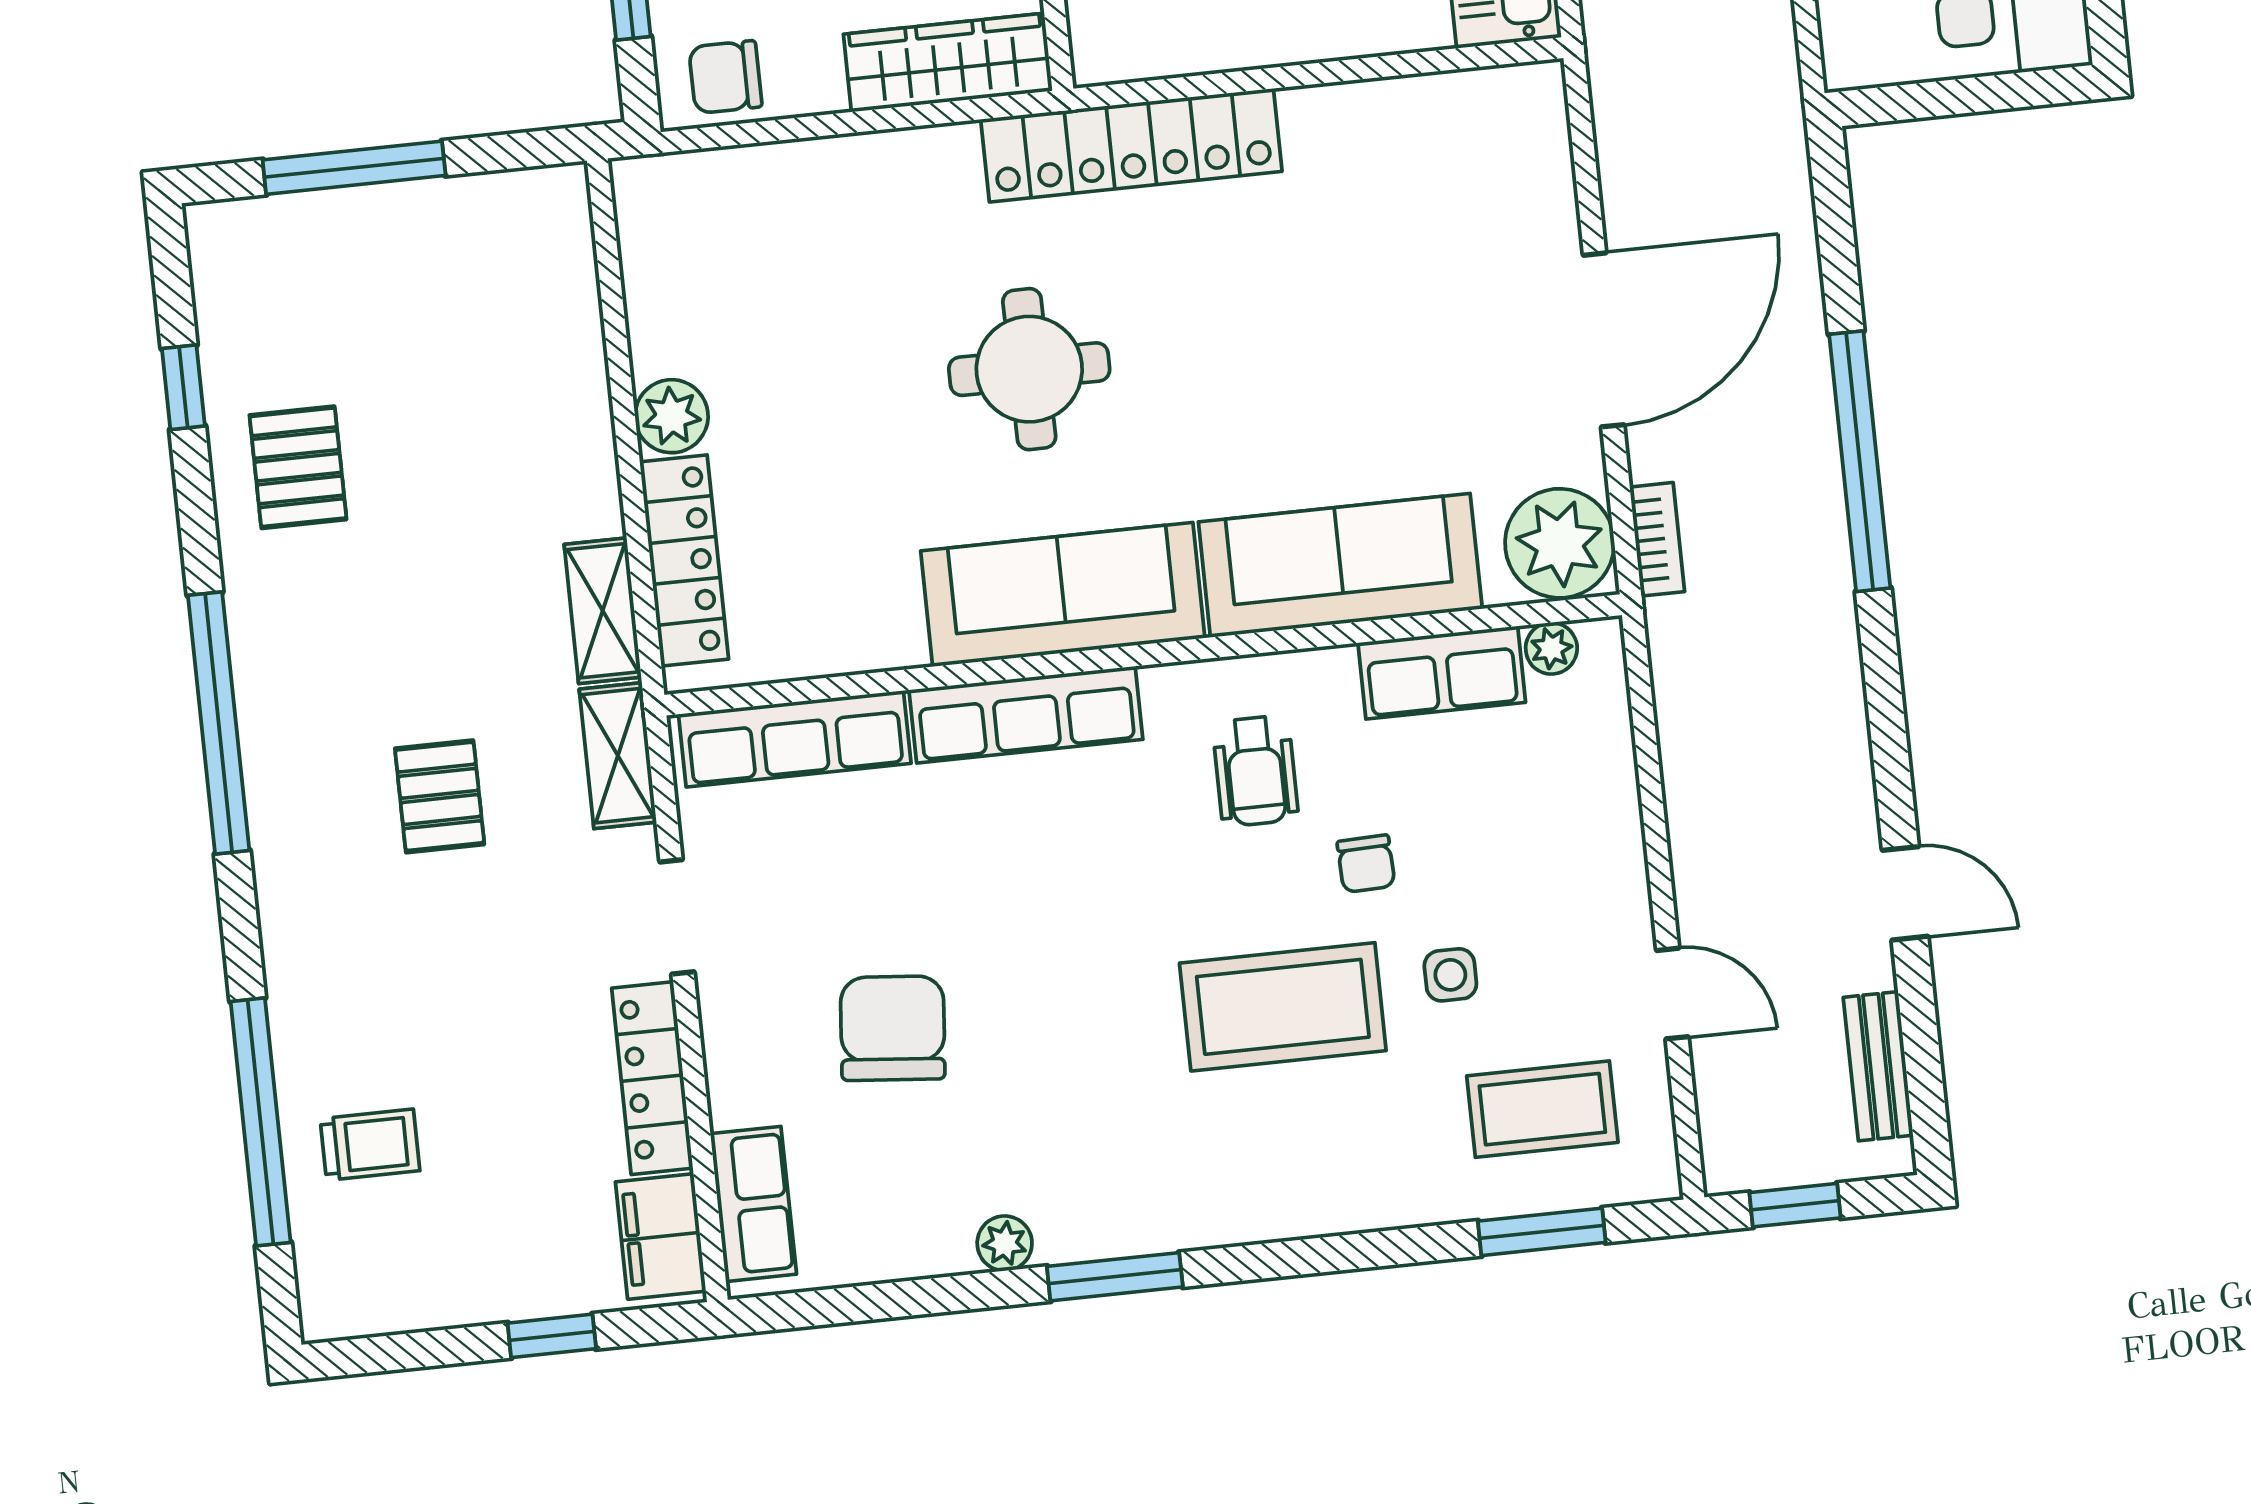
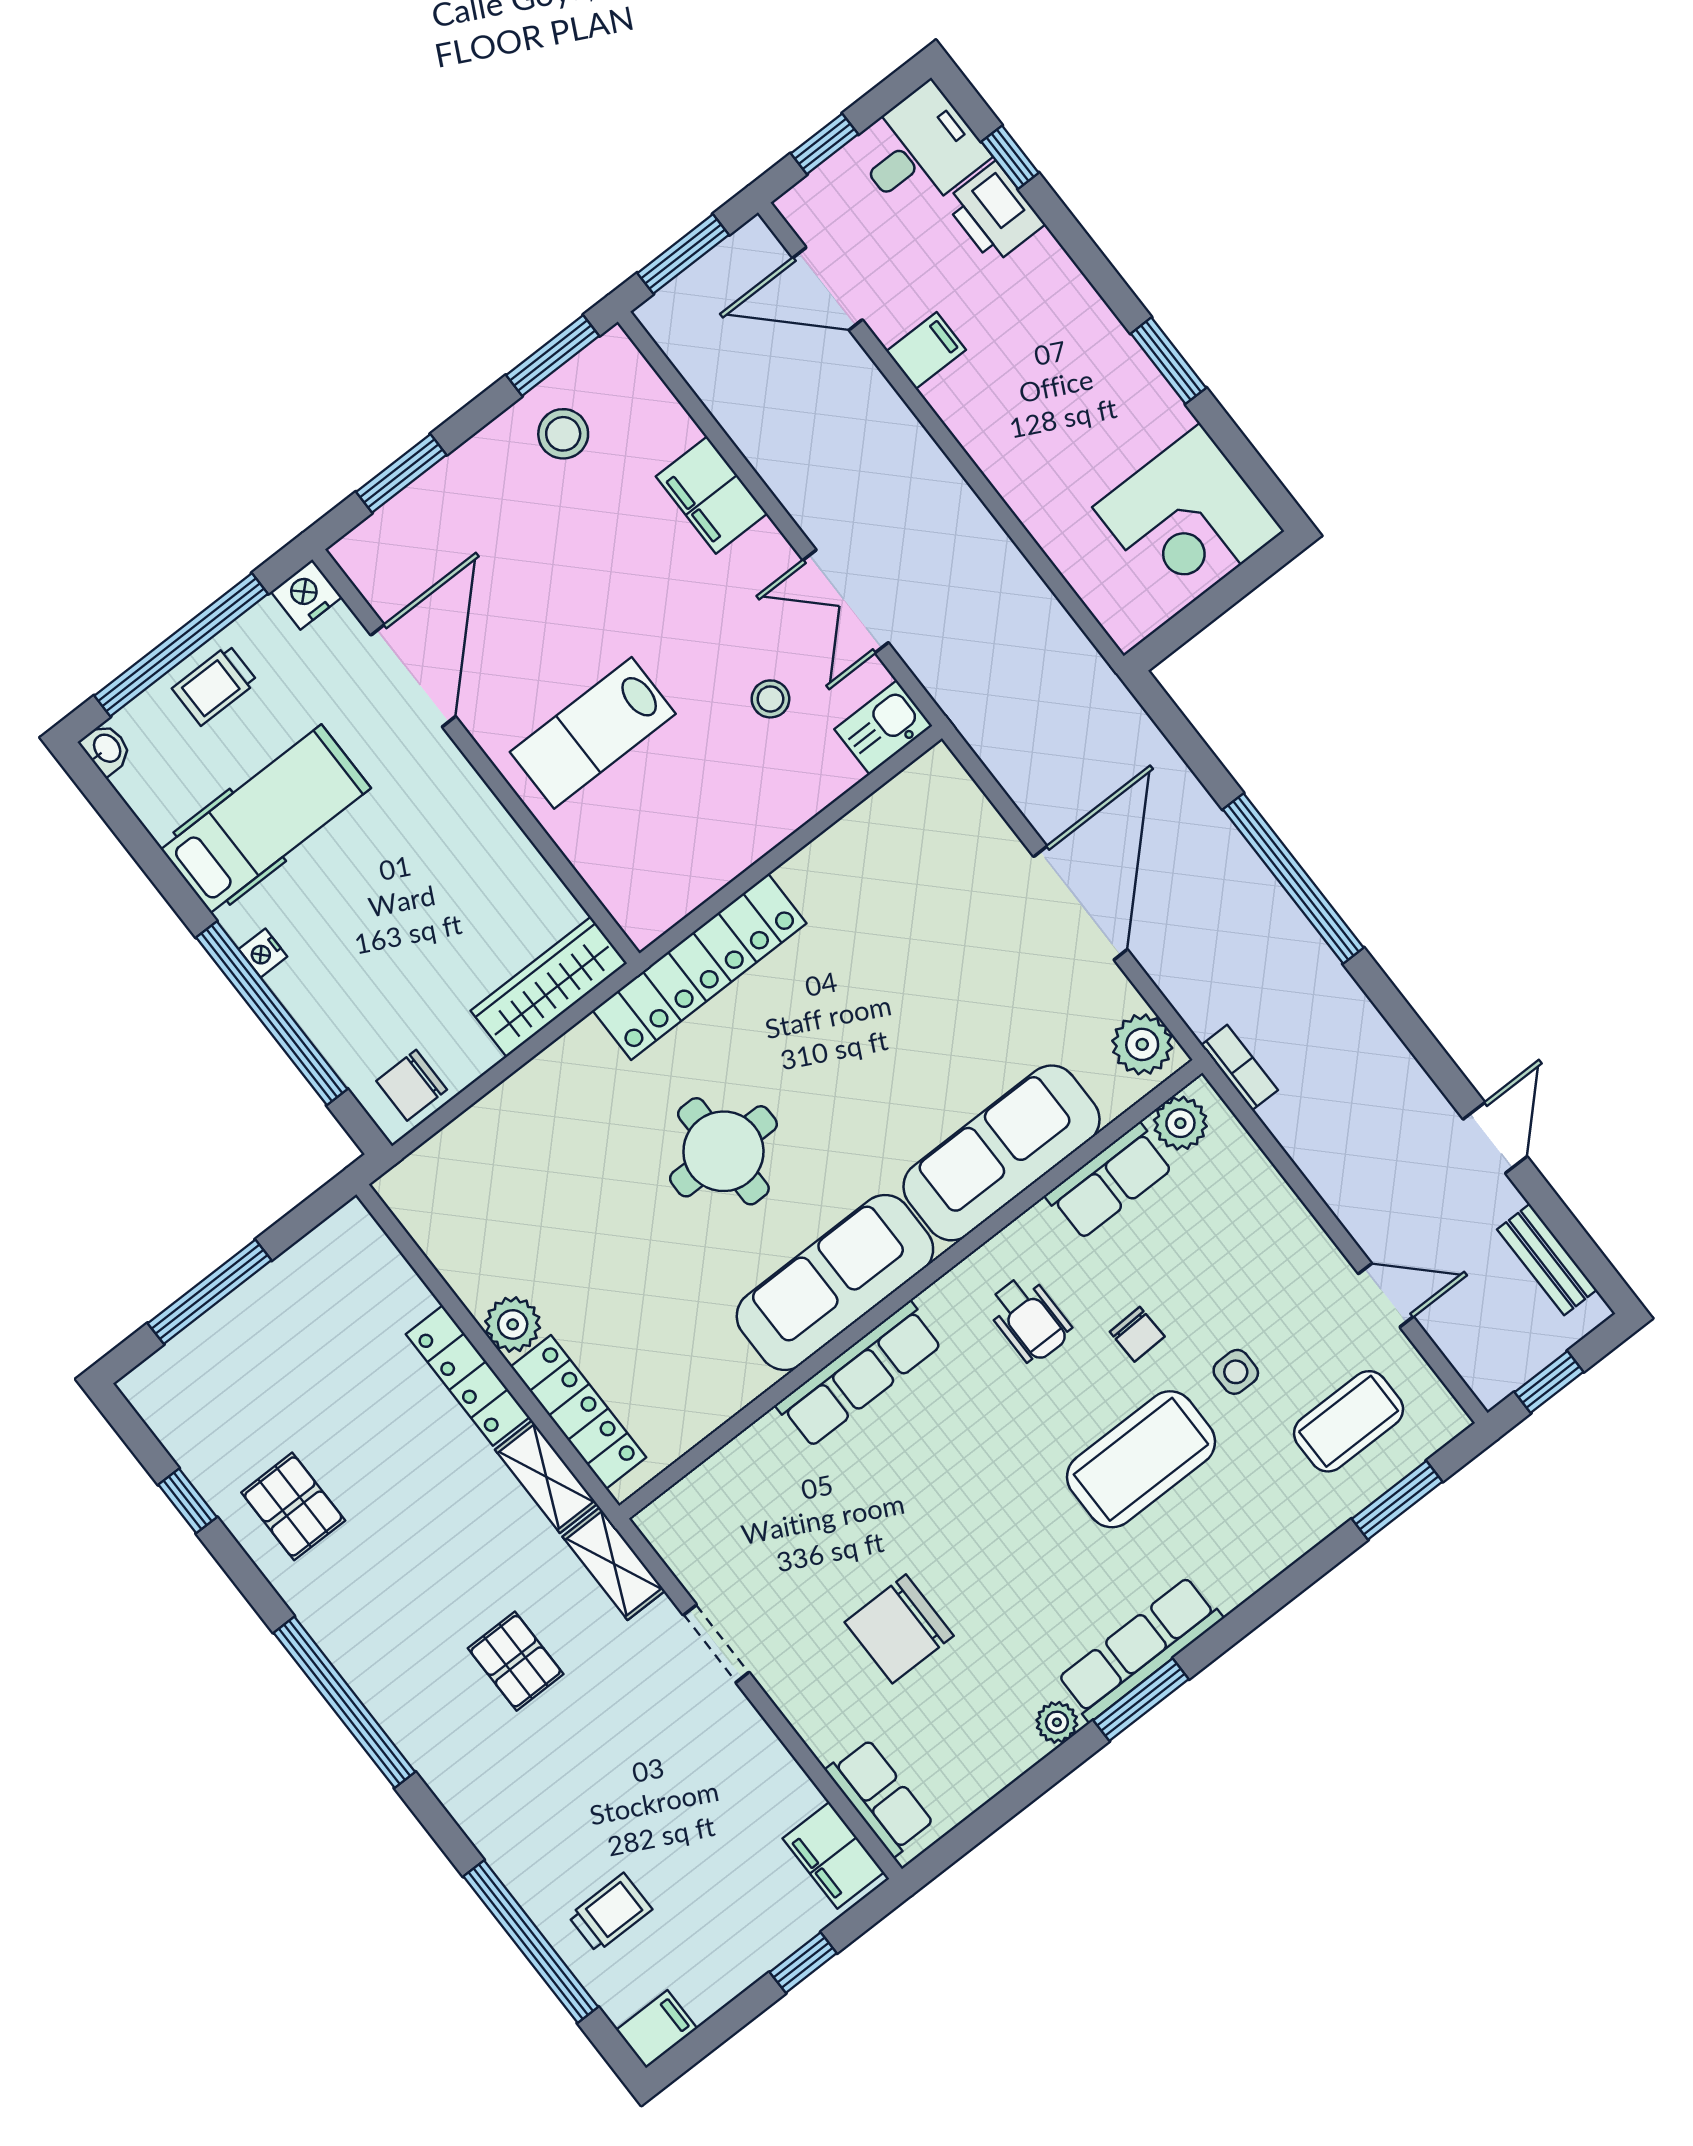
bookcase: (1657, 539) -> (1240, 1068), moved
plant: (1560, 543) -> (1142, 1044), width x0.73, depth x0.73
plant: (1551, 648) -> (1180, 1123), width x1.38, depth x1.38
row of seats: (795, 739) -> (1140, 1649), moved, turned 180
door: (1905, 893) -> (1495, 1138), hinge flipped
chair: (893, 1028) -> (899, 1629), turned -95
locker: (652, 1078) -> (468, 1376), moved
filing cabinet: (341, 1308) -> (657, 2029), added

